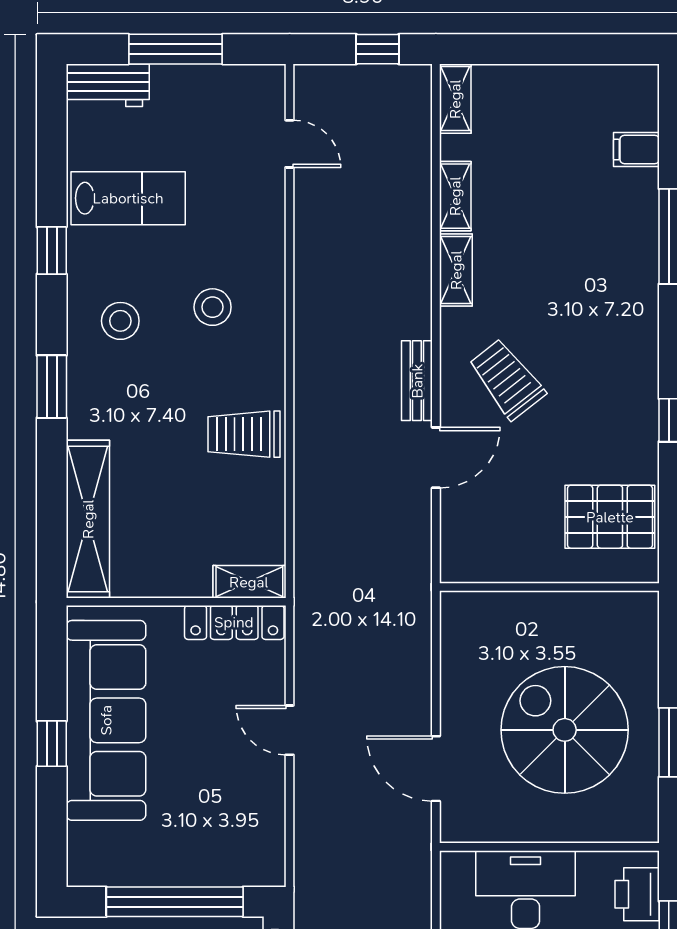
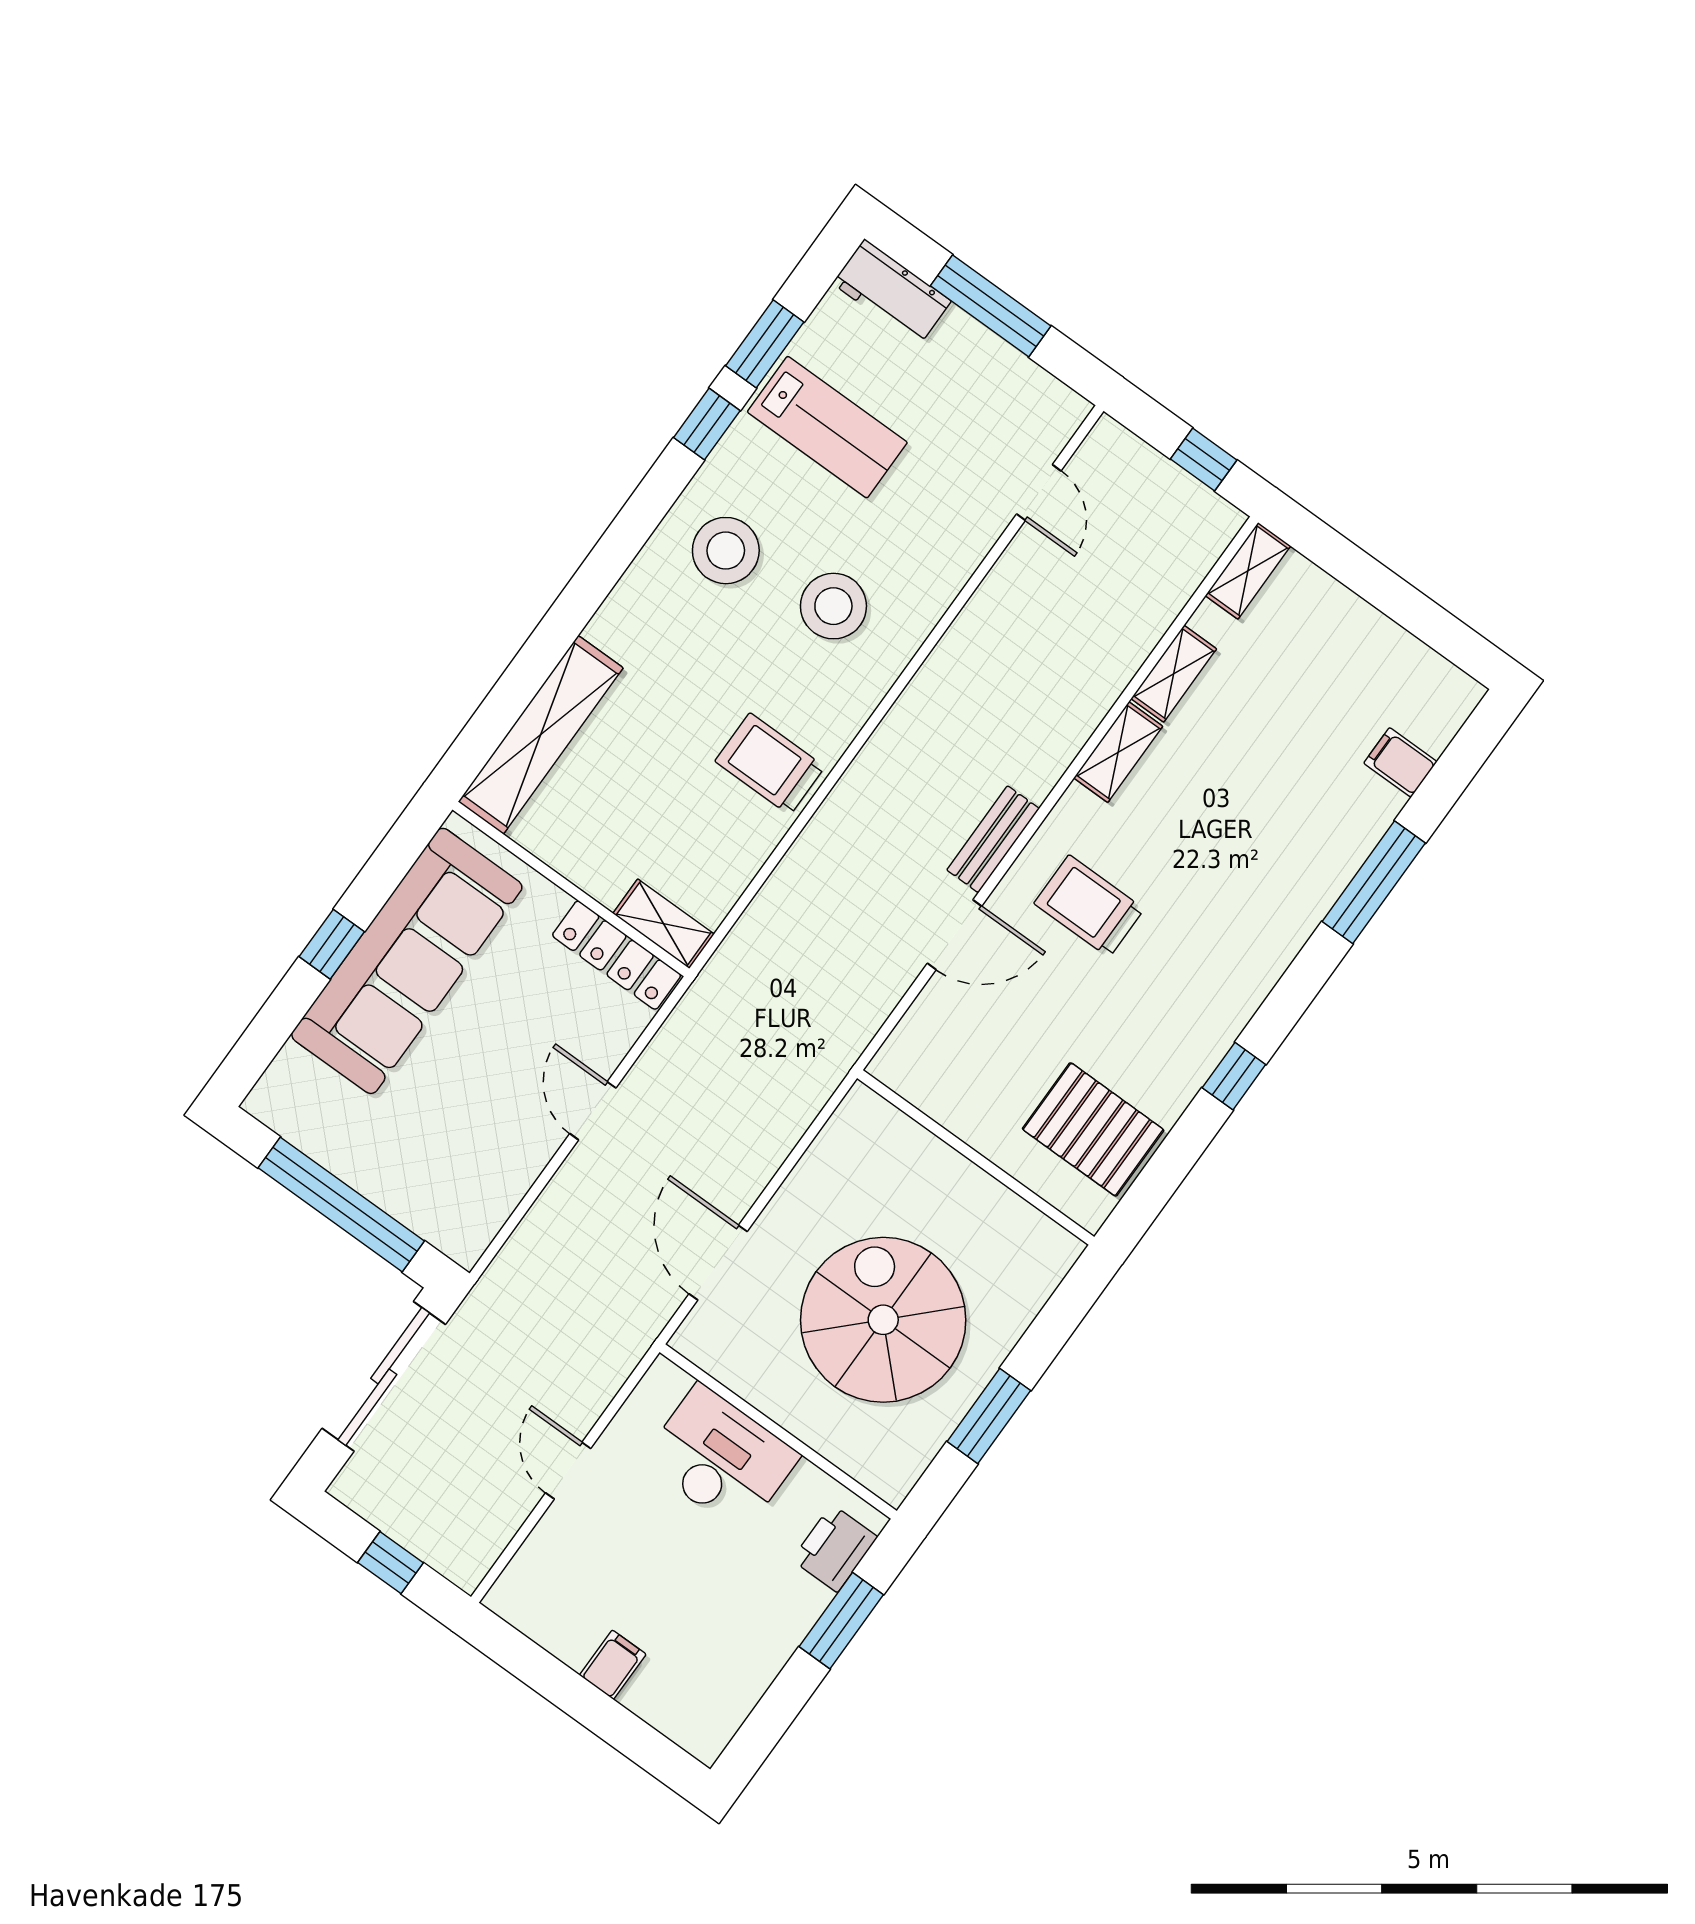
stool: (213, 307) -> (833, 606), width x1.38, depth x1.38
stool: (120, 321) -> (726, 551), width x1.38, depth x1.38
trolley: (507, 379) -> (1089, 906), turned -52
window: (52, 387) -> (765, 344), moved

